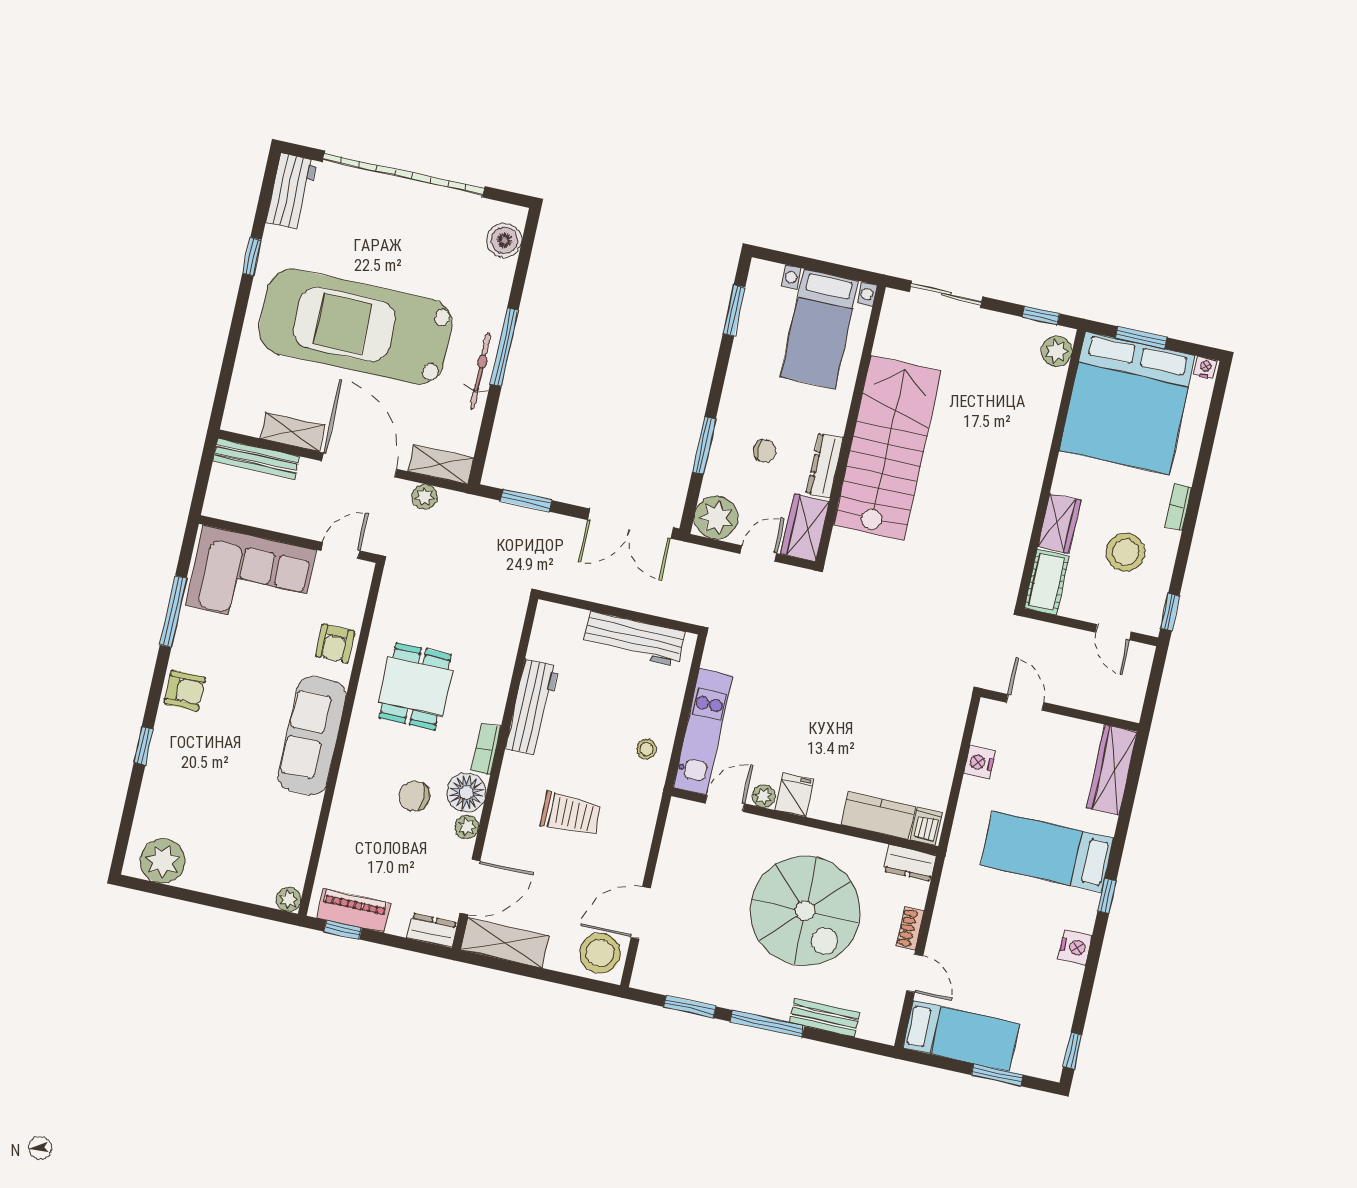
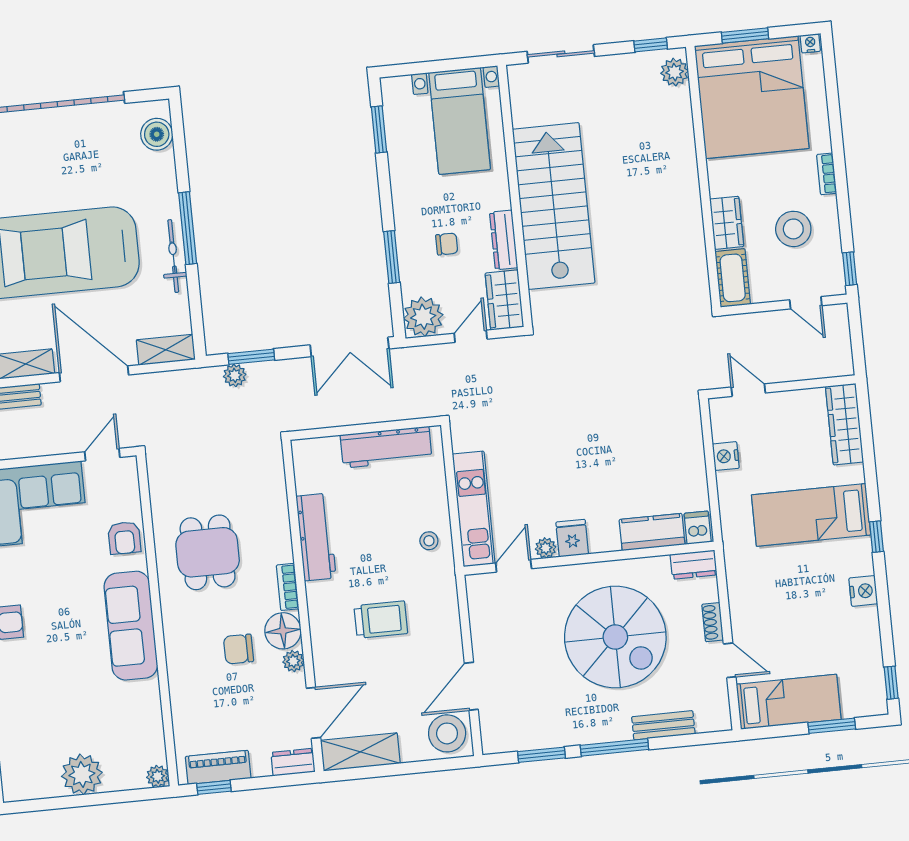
plant: (425, 497) -> (235, 375), moved
plant: (163, 861) -> (82, 774), moved

